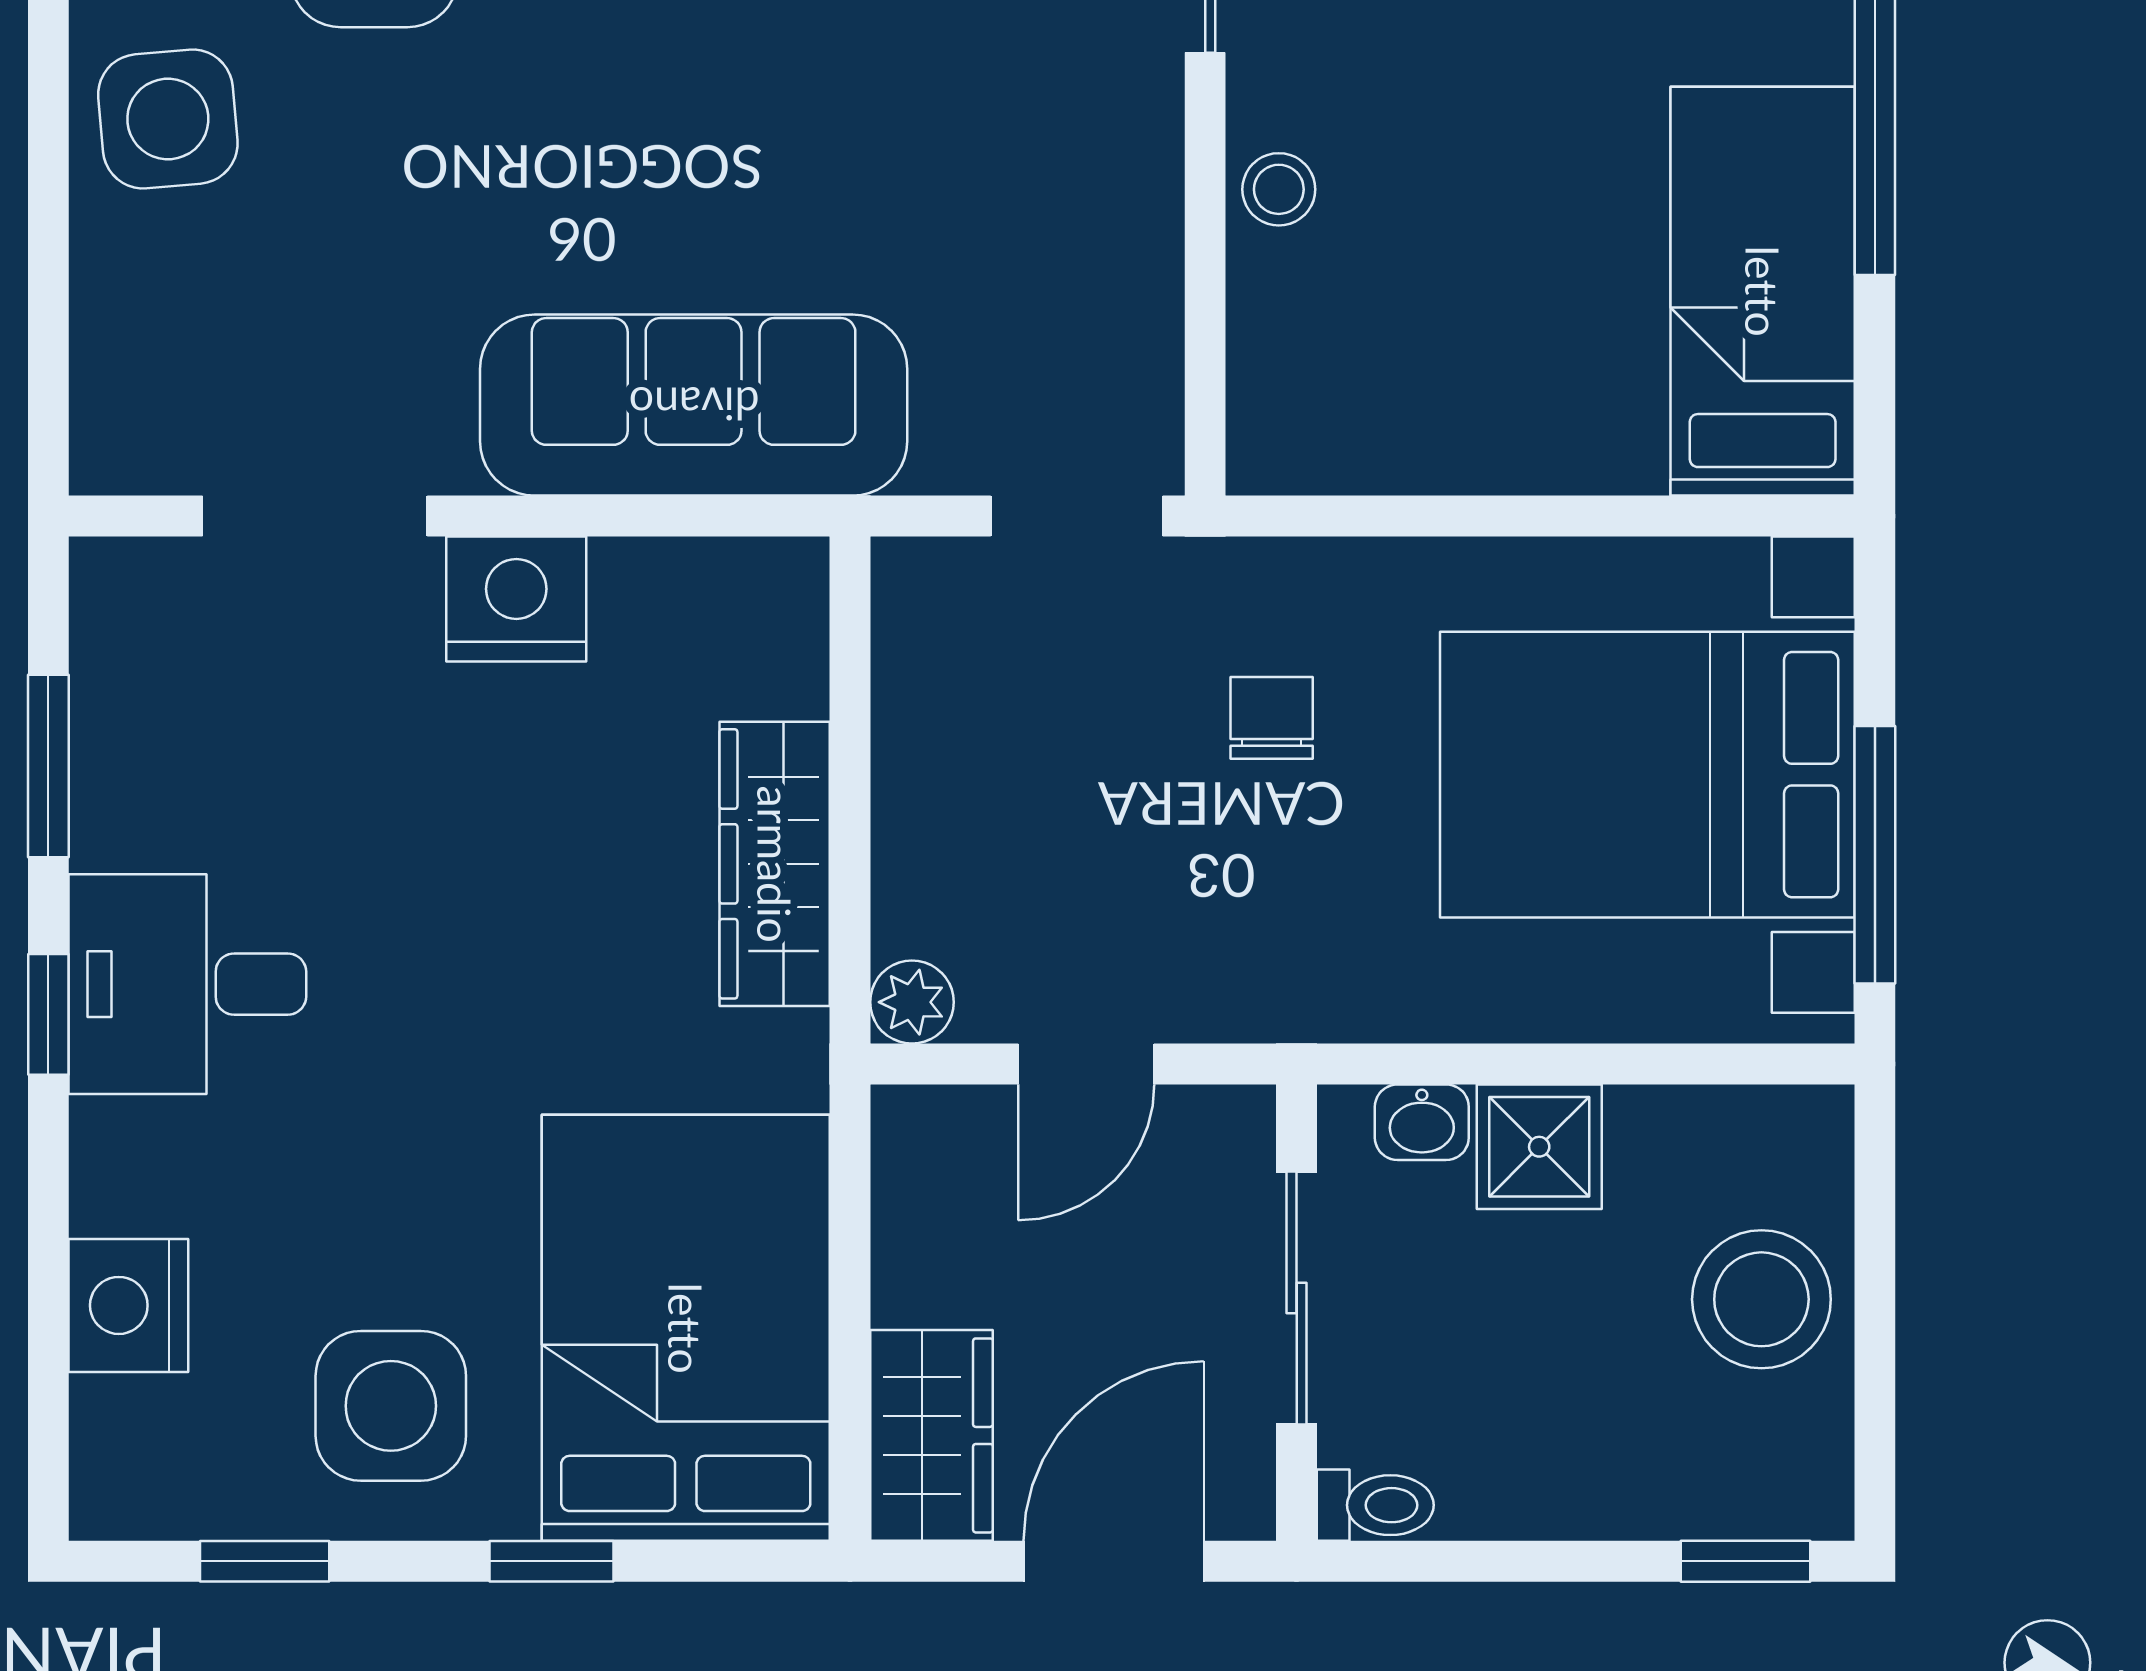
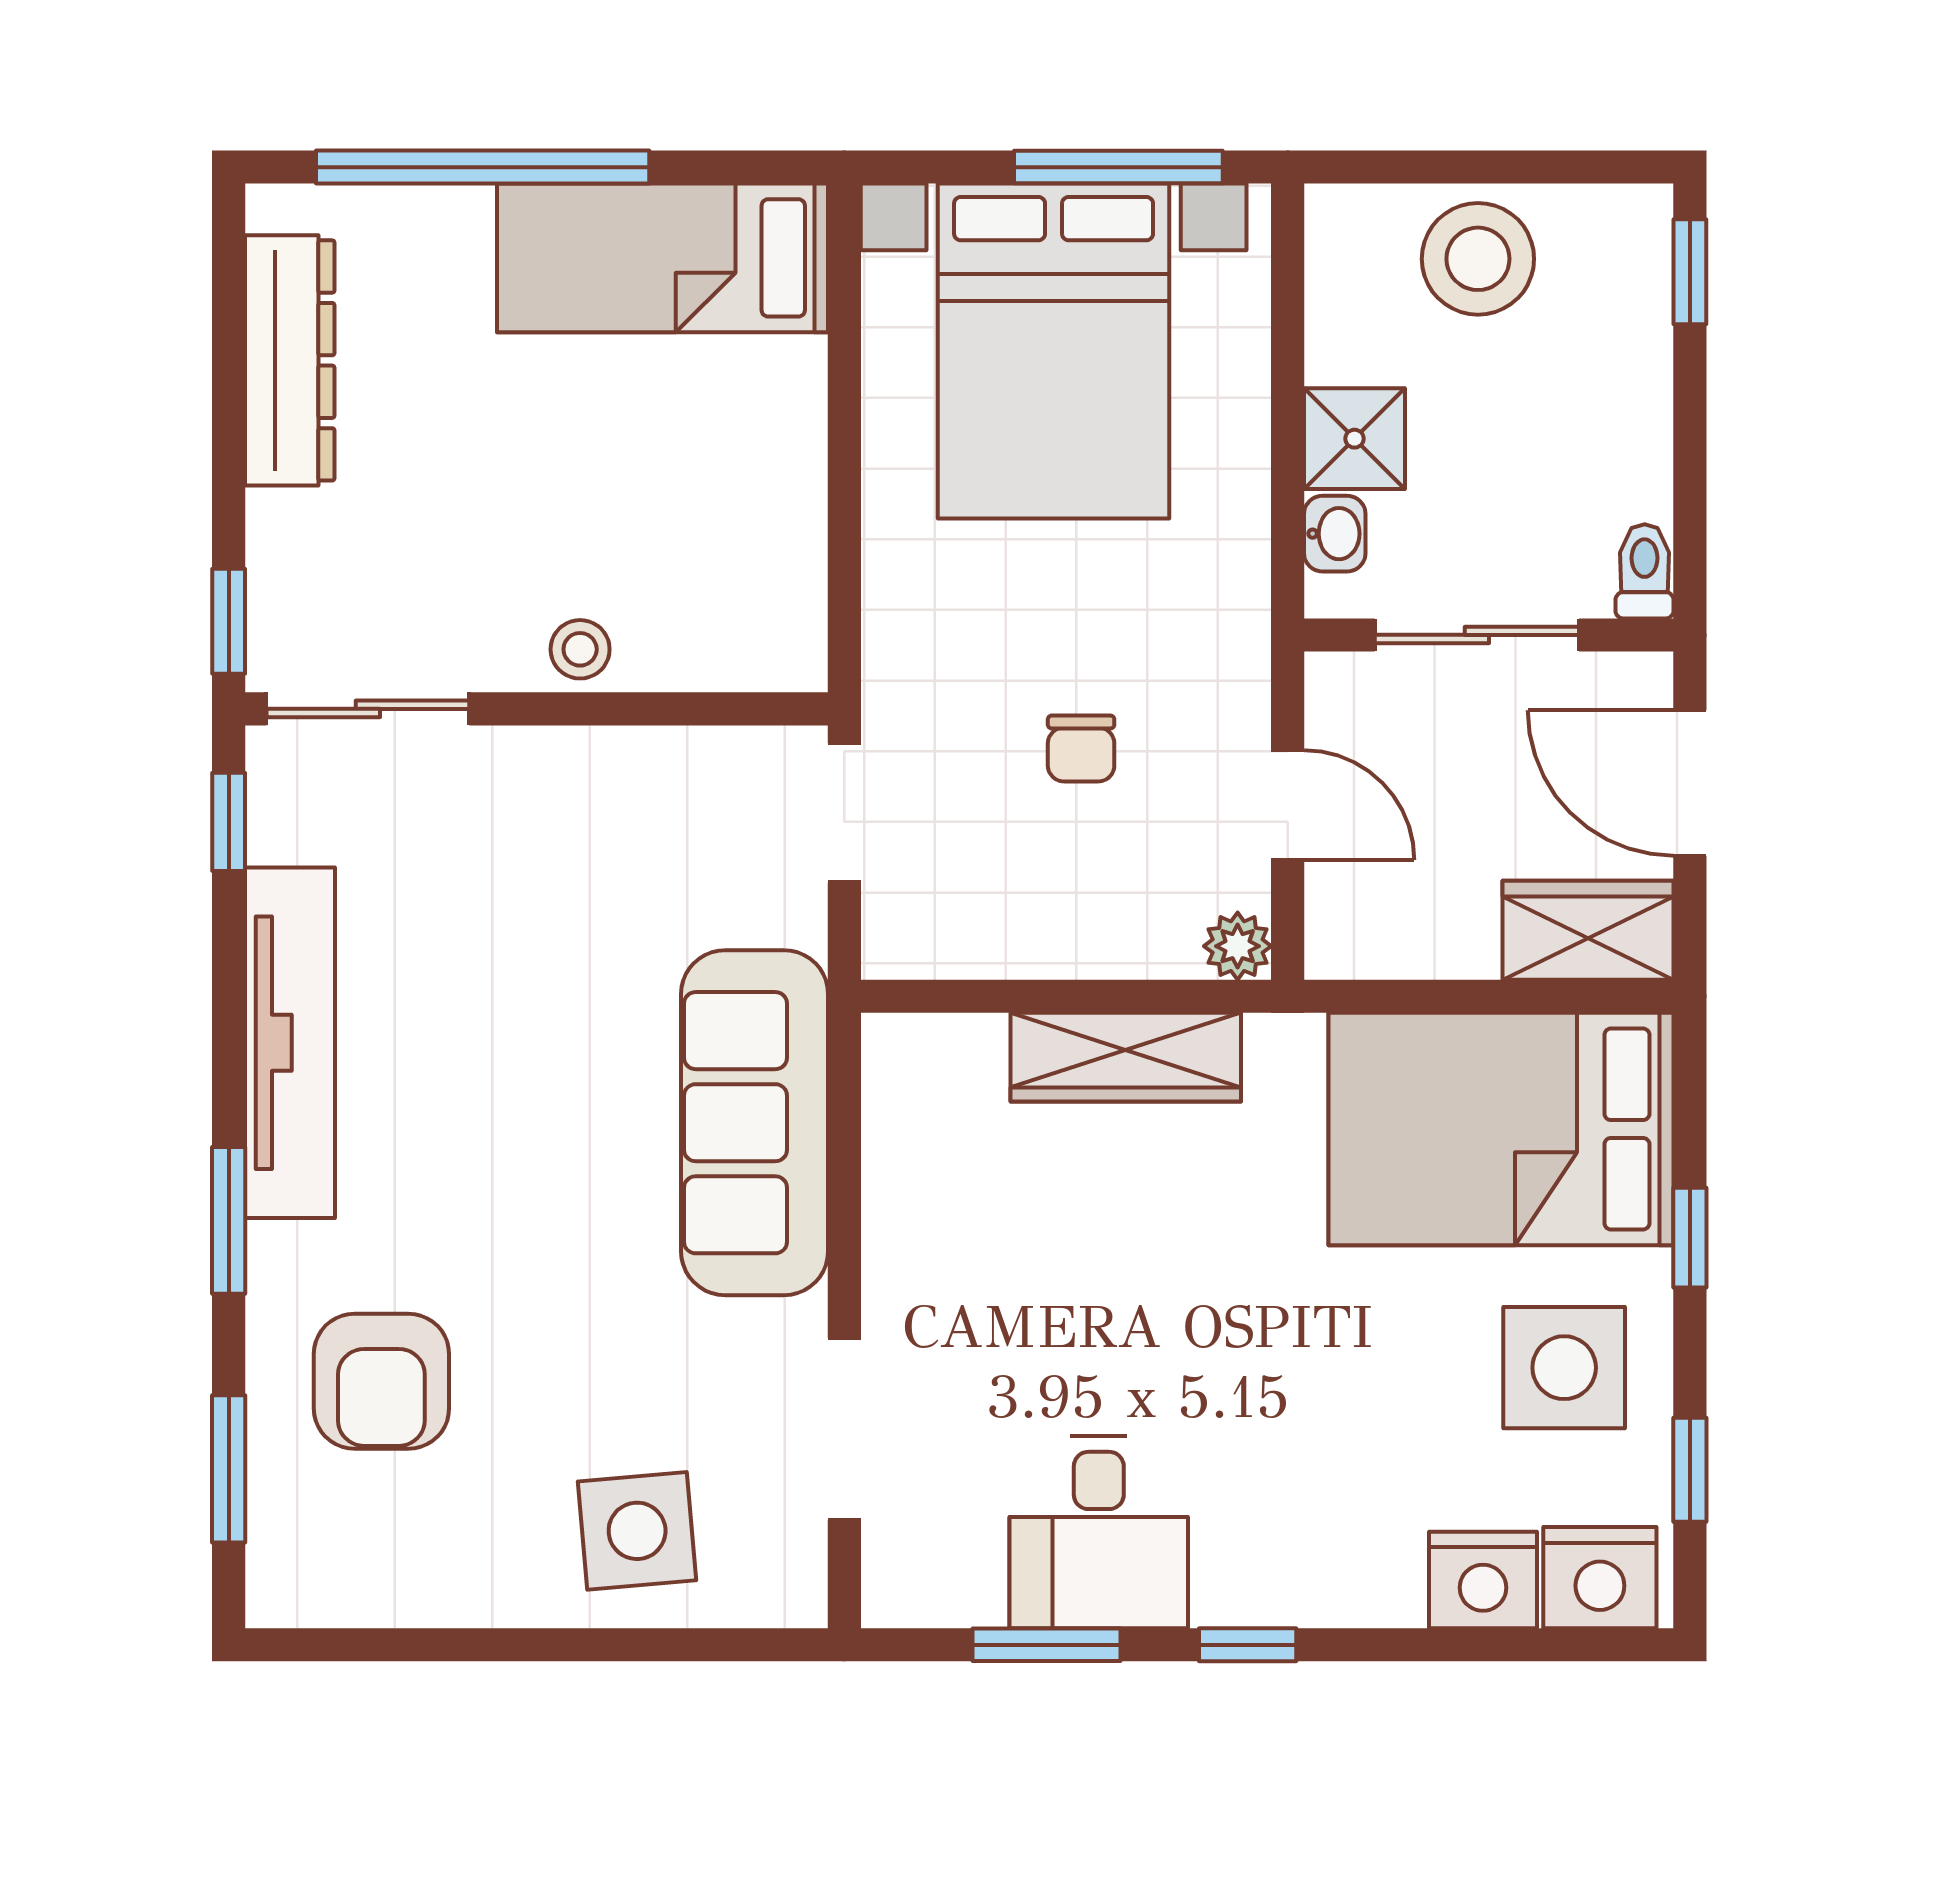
side table: (168, 119) -> (637, 1531), moved
nightstand: (516, 599) -> (1600, 1578), moved, turned -90
chair: (1272, 718) -> (1081, 749), moved, turned -90
desk: (187, 984) -> (1099, 1532), moved

